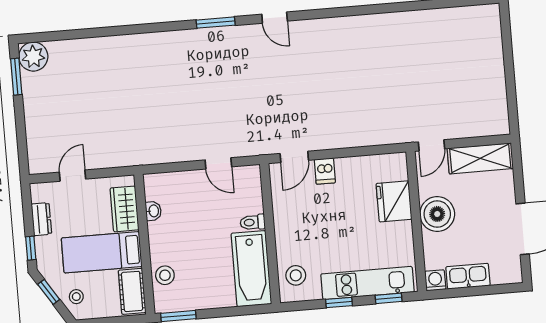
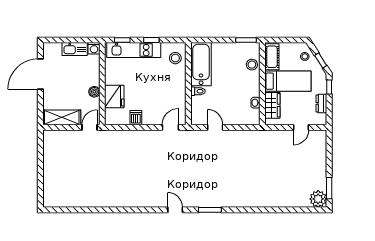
dishwasher: (325, 171) -> (136, 118), moved
boiler: (437, 214) -> (94, 92), width x0.54, depth x0.54

